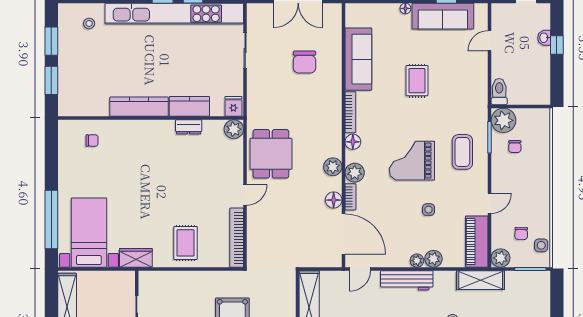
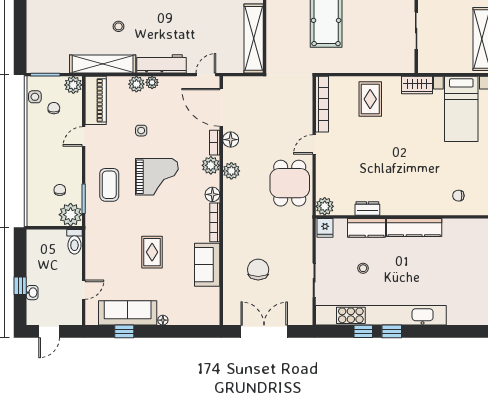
stool: (89, 24) -> (363, 268), moved
sofa: (358, 59) -> (207, 265), width x0.73
shelving: (481, 280) -> (103, 64), width x1.47

